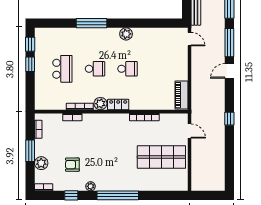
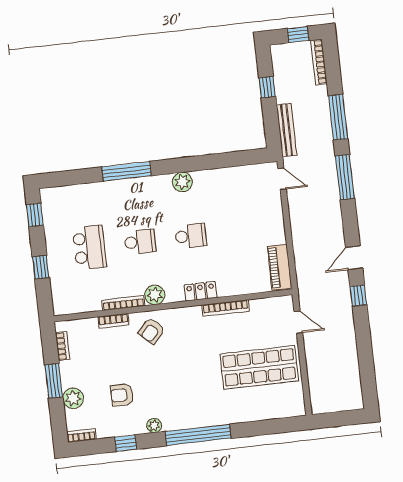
window: (30, 64) -> (41, 267), moved
door: (229, 71) -> (354, 258), moved
locker: (118, 105) -> (200, 291), moved
armchair: (96, 126) -> (152, 331), added

